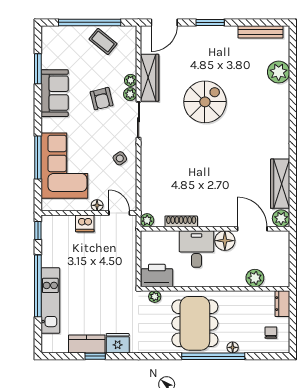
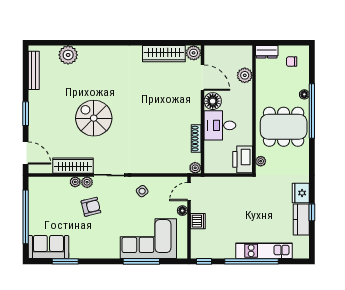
coffee table: (103, 41) -> (42, 206), removed
sofa: (55, 93) -> (48, 247), moved
door: (252, 229) -> (203, 78), swing flipped

